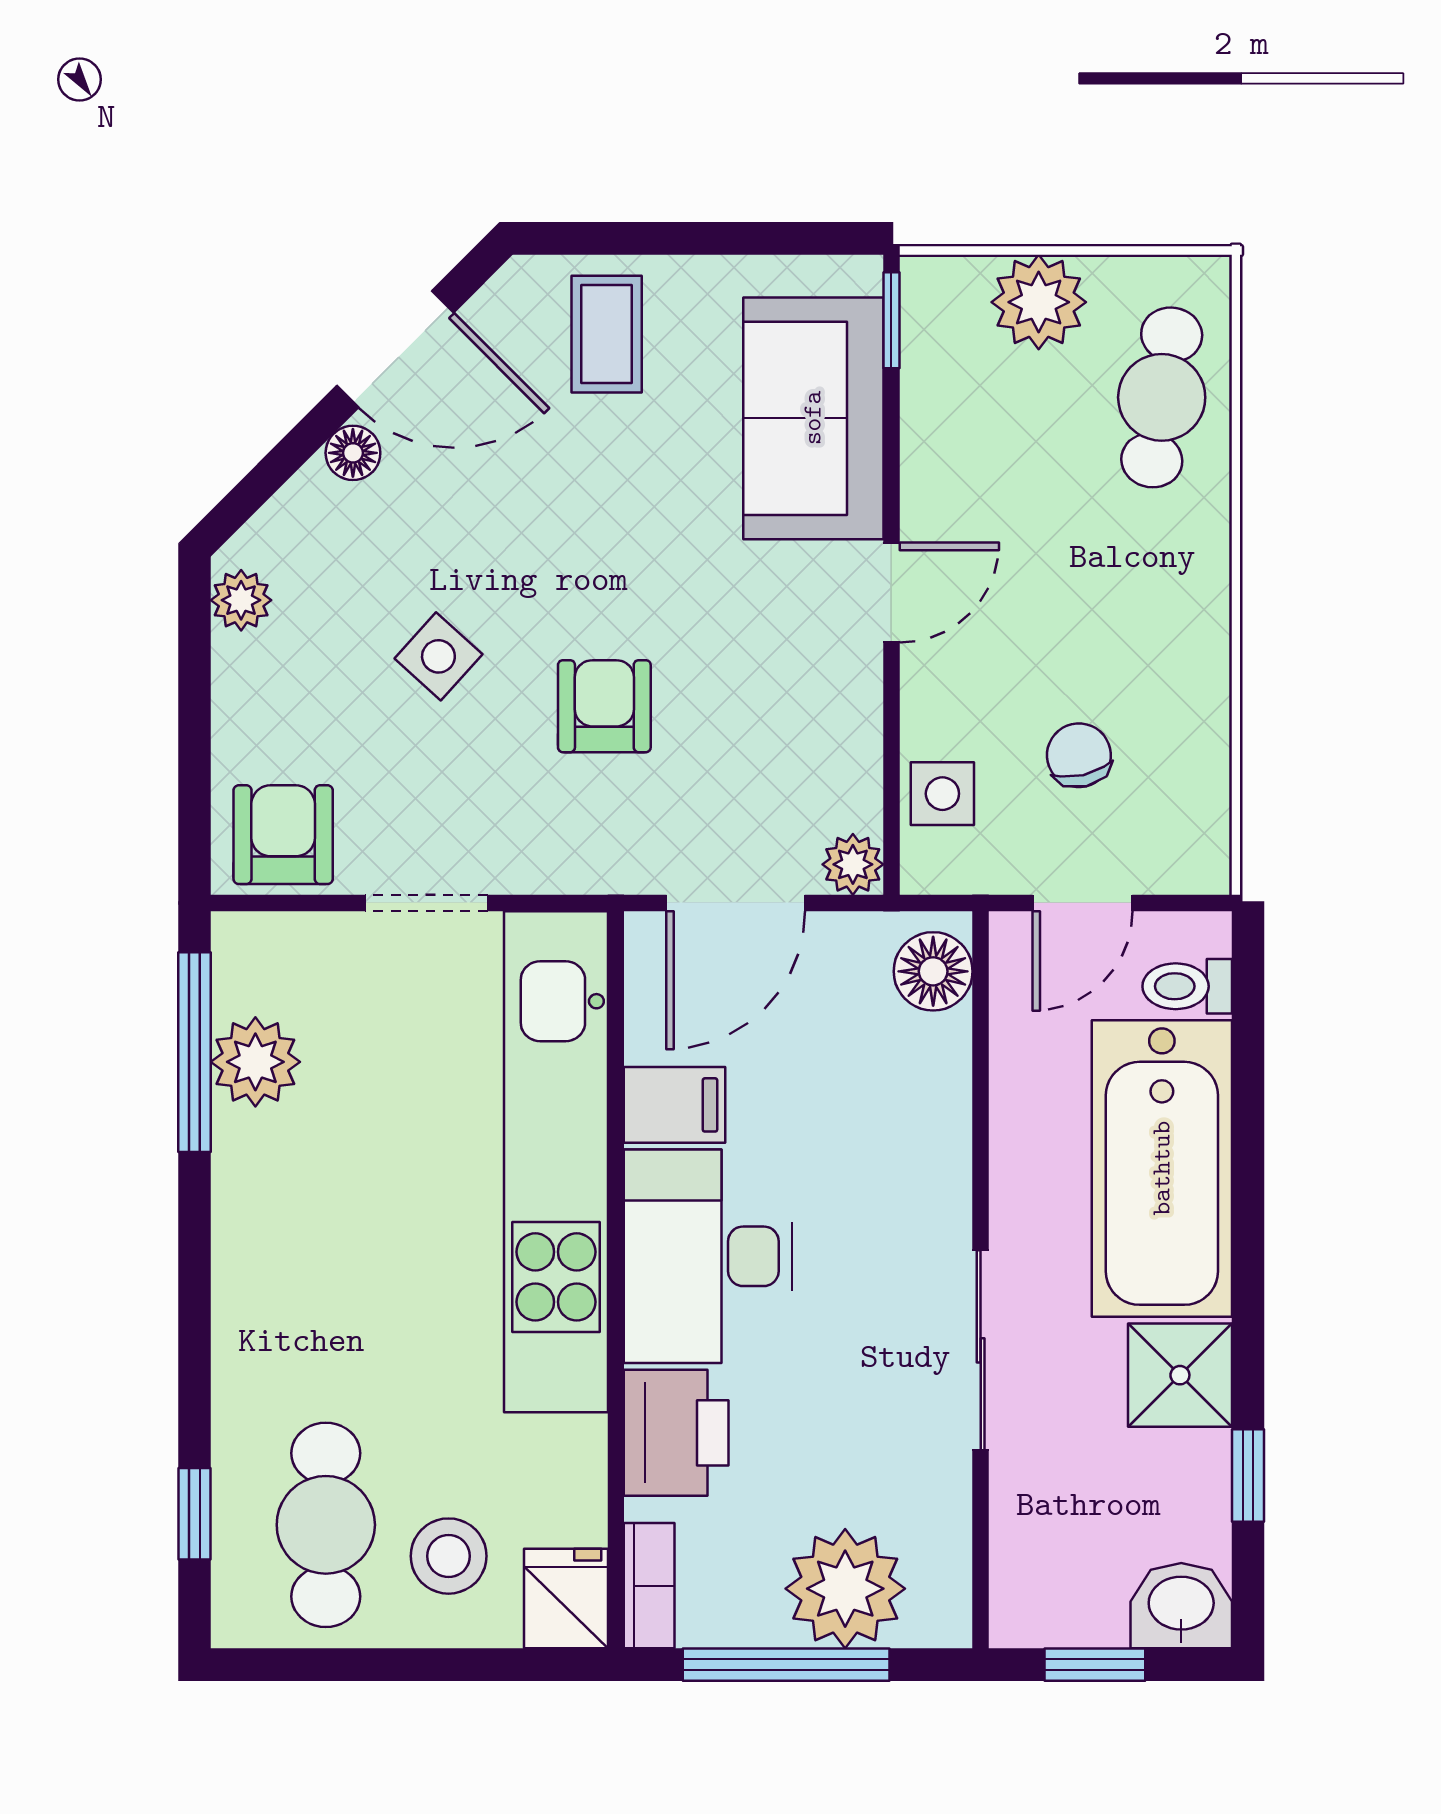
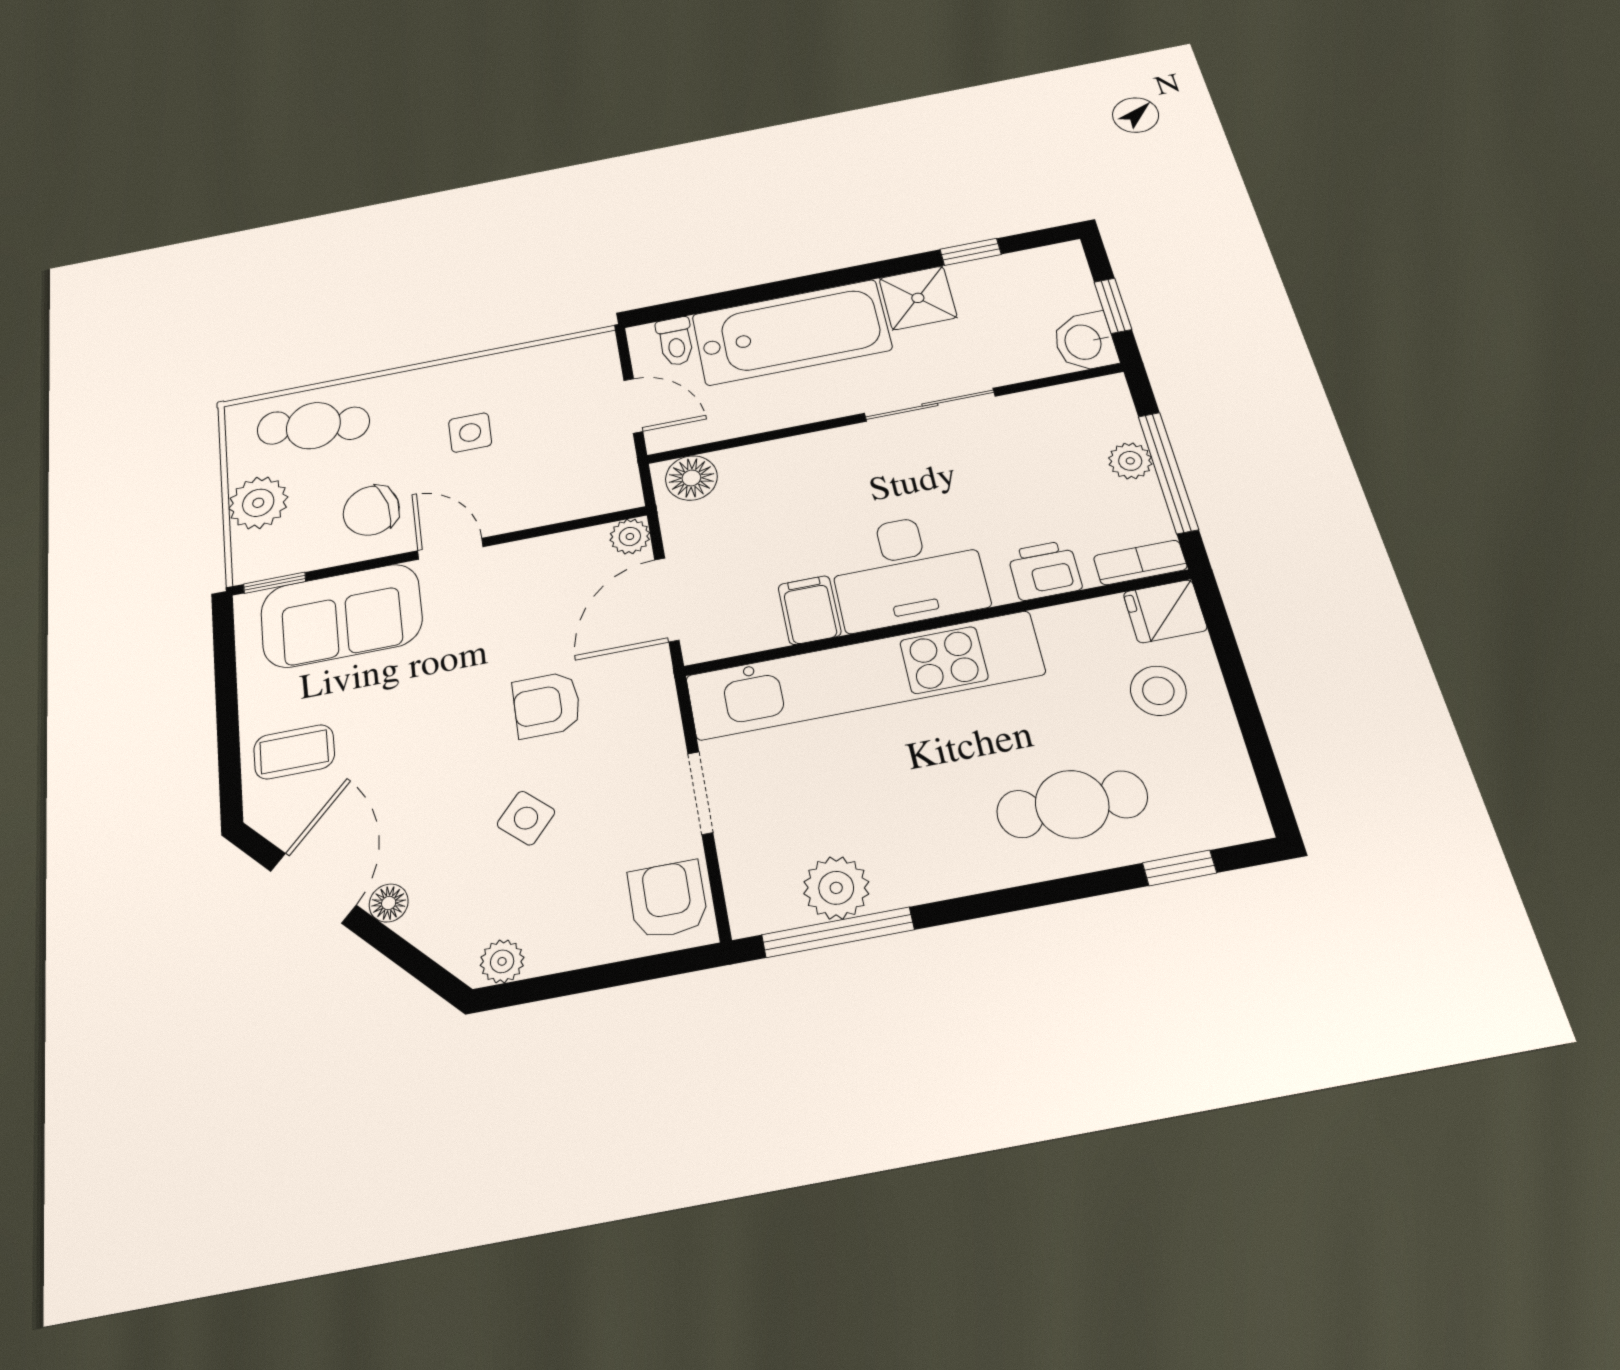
chair: (1079, 755) -> (371, 511), moved, width x1.37, depth x1.37
side table: (942, 794) -> (470, 433), moved
armchair: (283, 835) -> (668, 900), turned 90
door: (736, 903) -> (667, 600), swing flipped
printer: (676, 1433) -> (1045, 570), width x0.73, depth x0.81
cafe table: (326, 1525) -> (1072, 804), moved
plant: (845, 1589) -> (1130, 461), width x0.53, depth x0.53
washbasin: (1181, 1606) -> (1085, 342), moved

